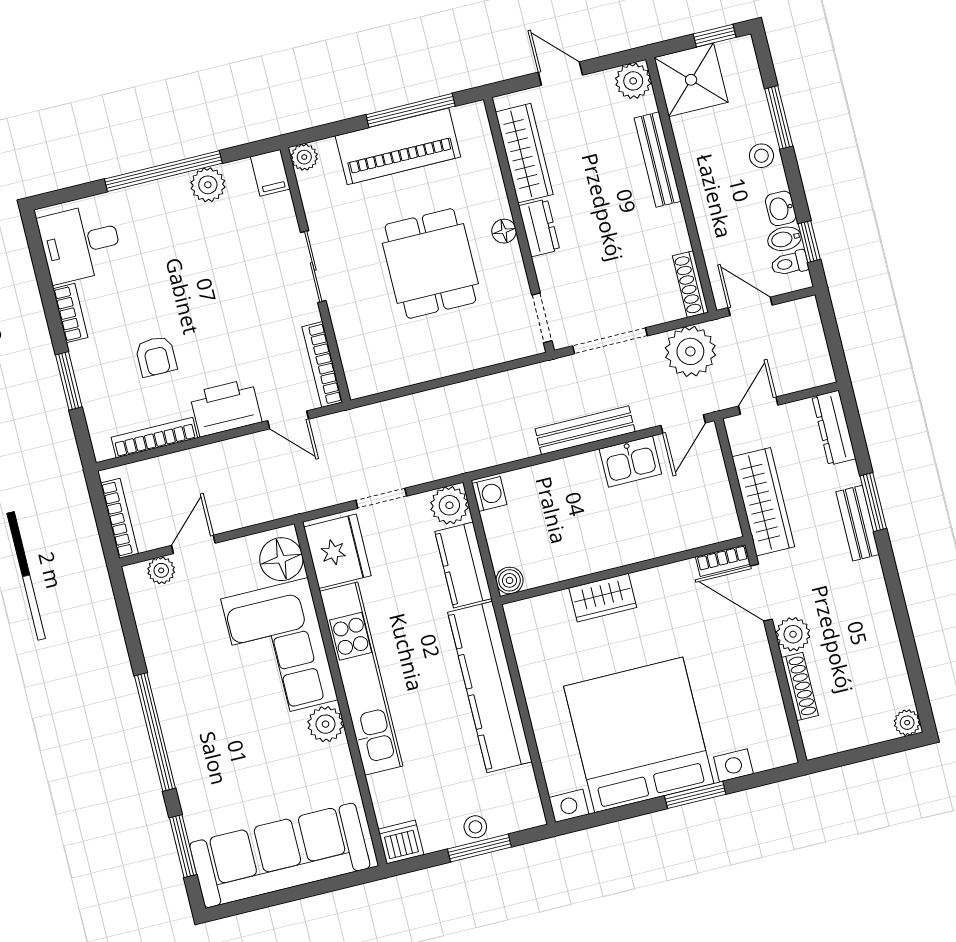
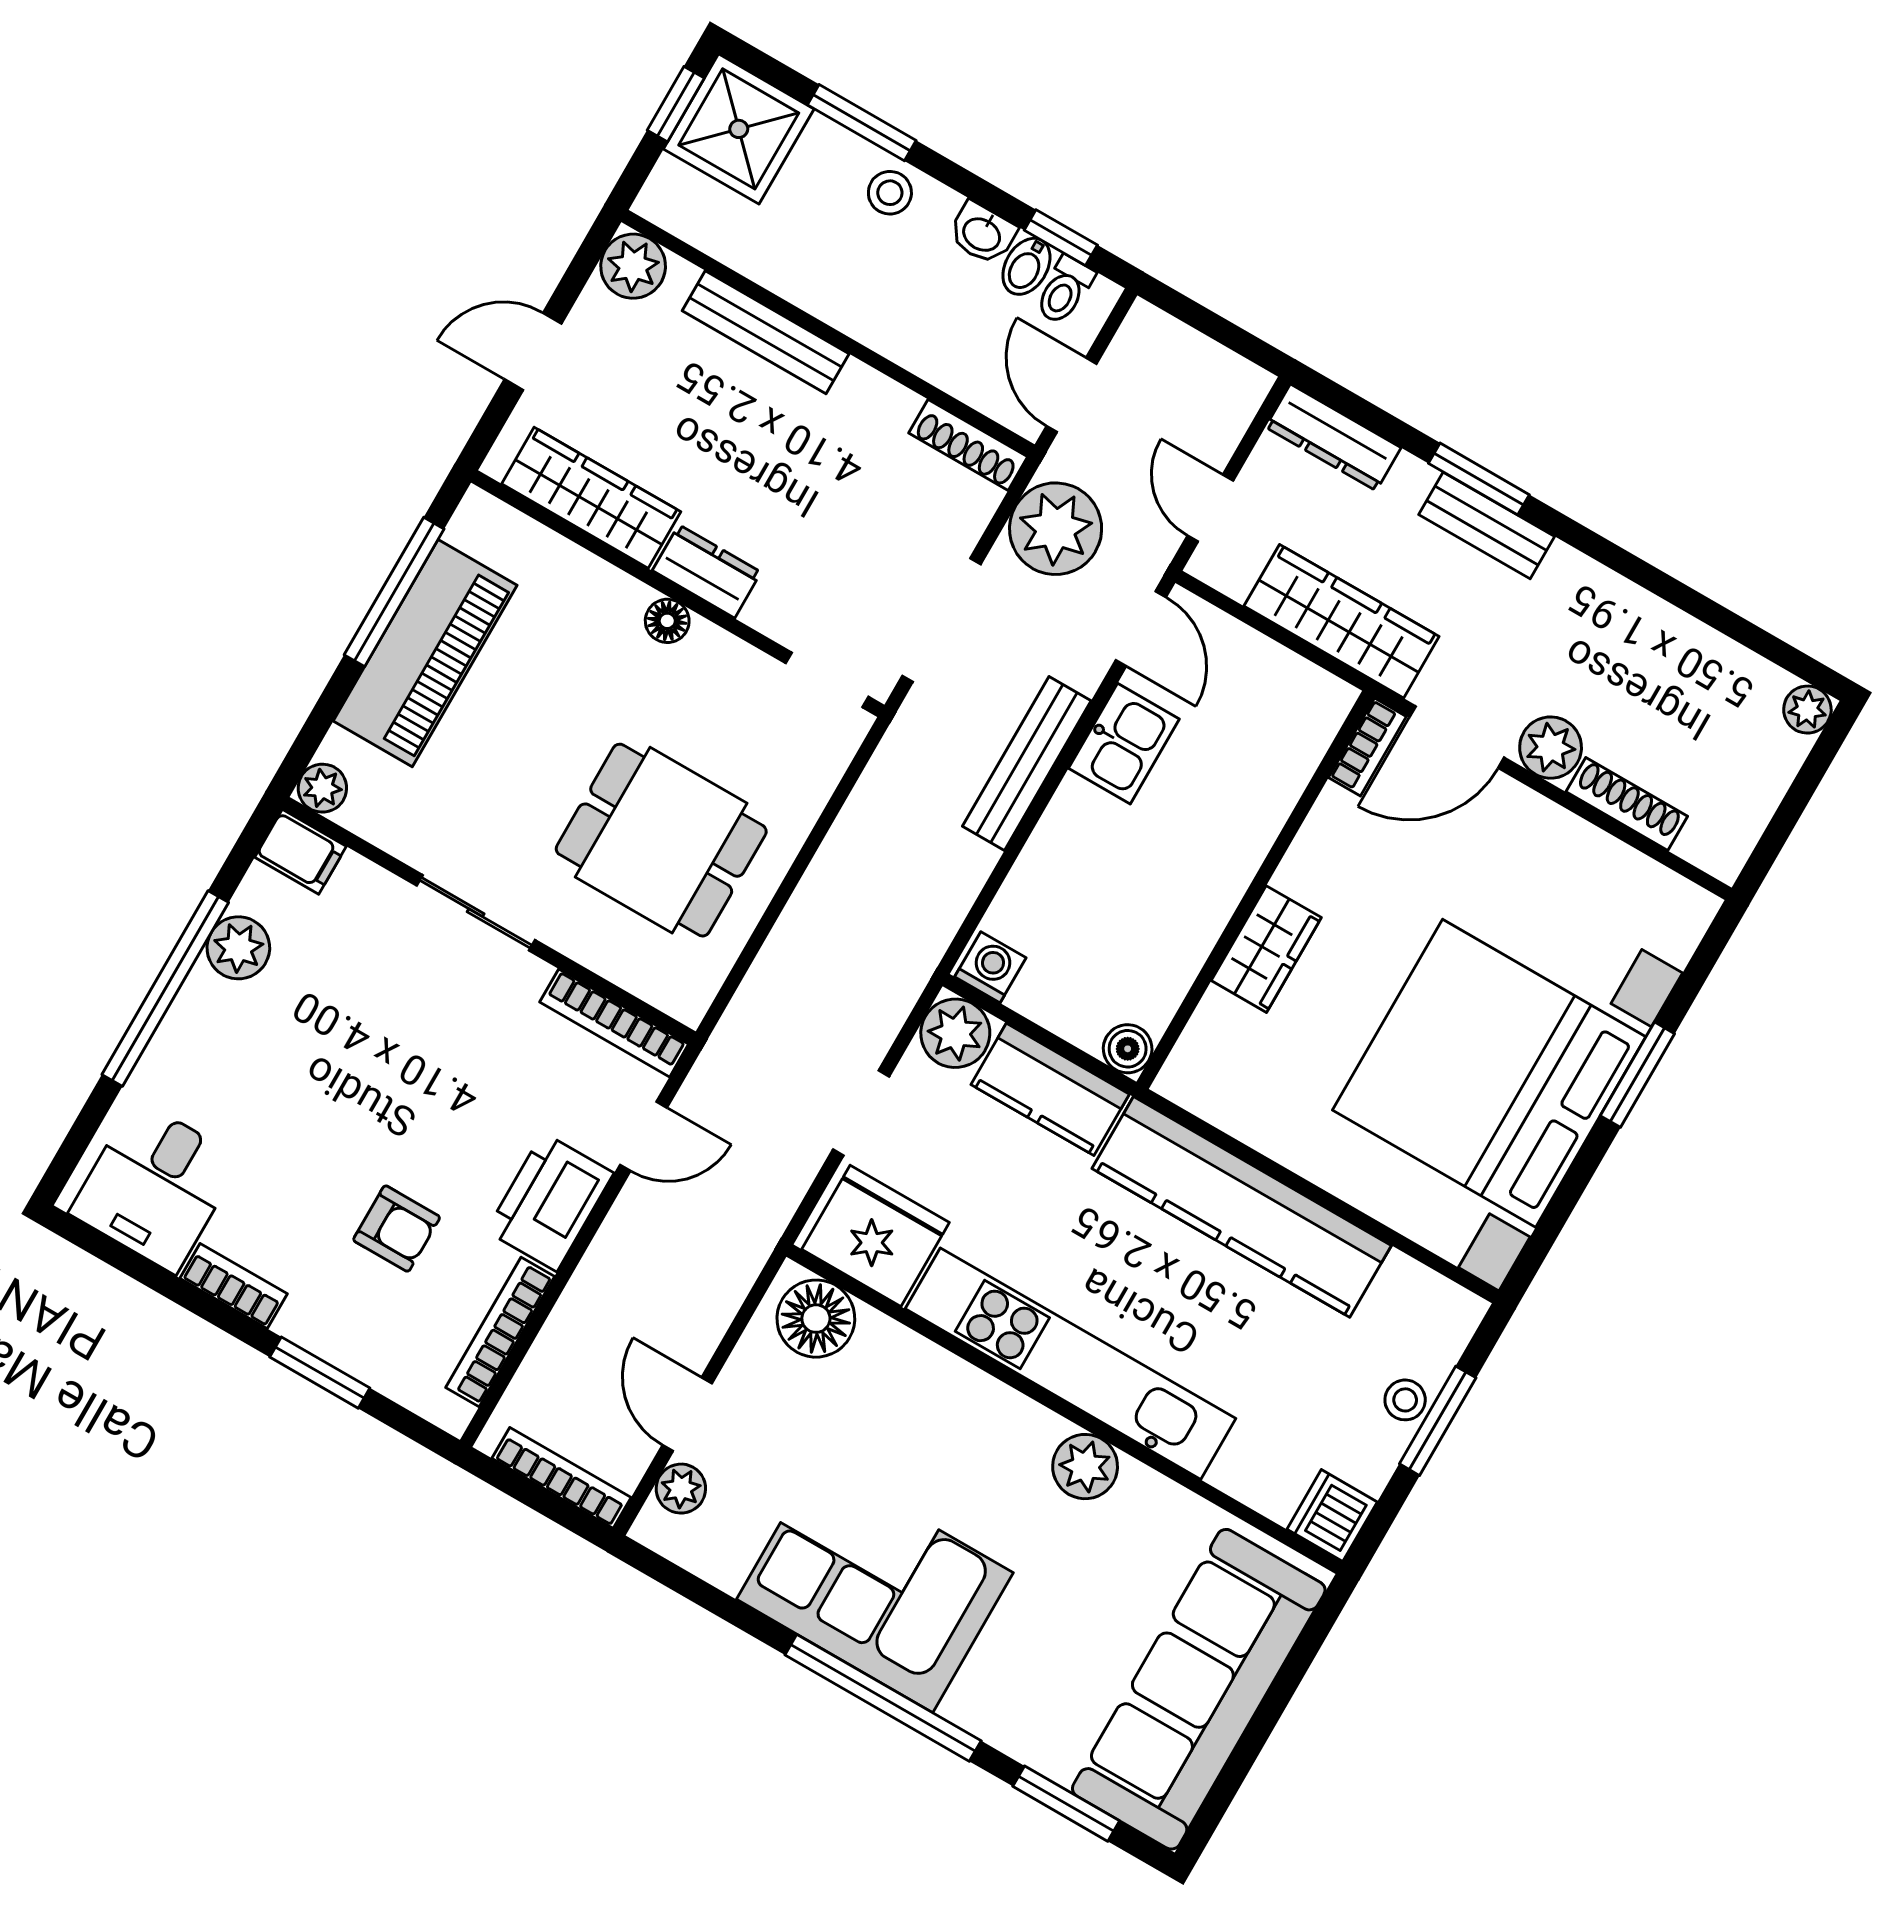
shower: (691, 80) -> (739, 129), moved
dining table: (430, 264) -> (661, 840), moved
door: (750, 306) -> (1072, 395), hinge flipped
corner sofa: (279, 649) -> (875, 1586), moved, turned 180

